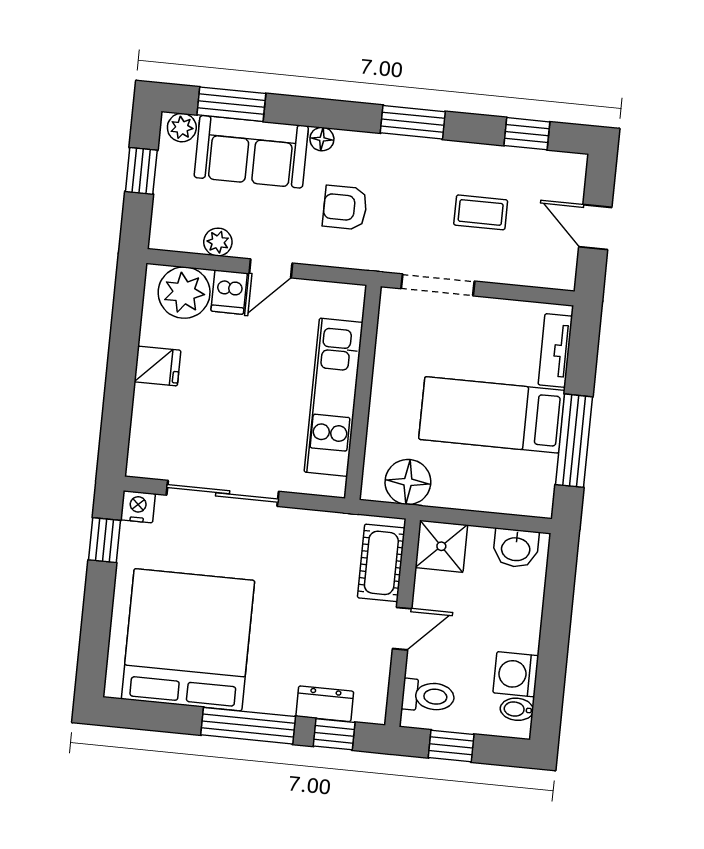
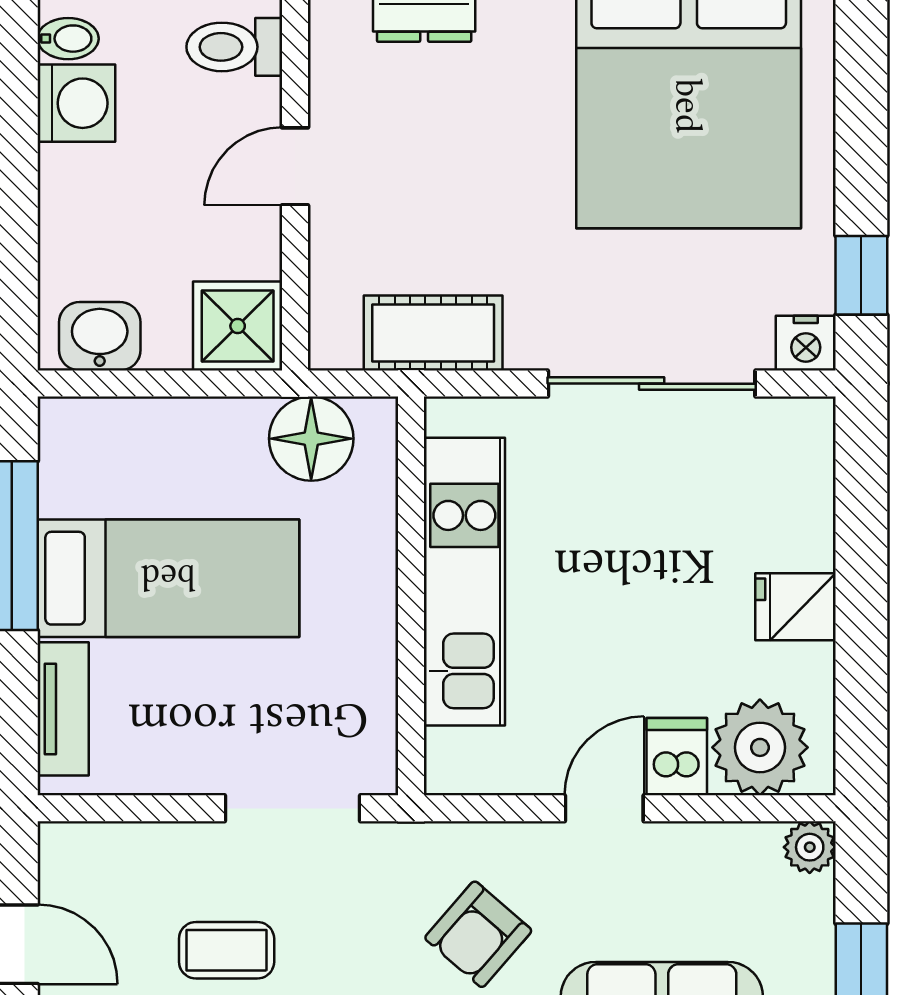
armchair: (345, 208) -> (478, 934), turned 131
plant: (218, 242) -> (810, 847), moved
cot: (381, 563) -> (433, 333), moved, turned 90

